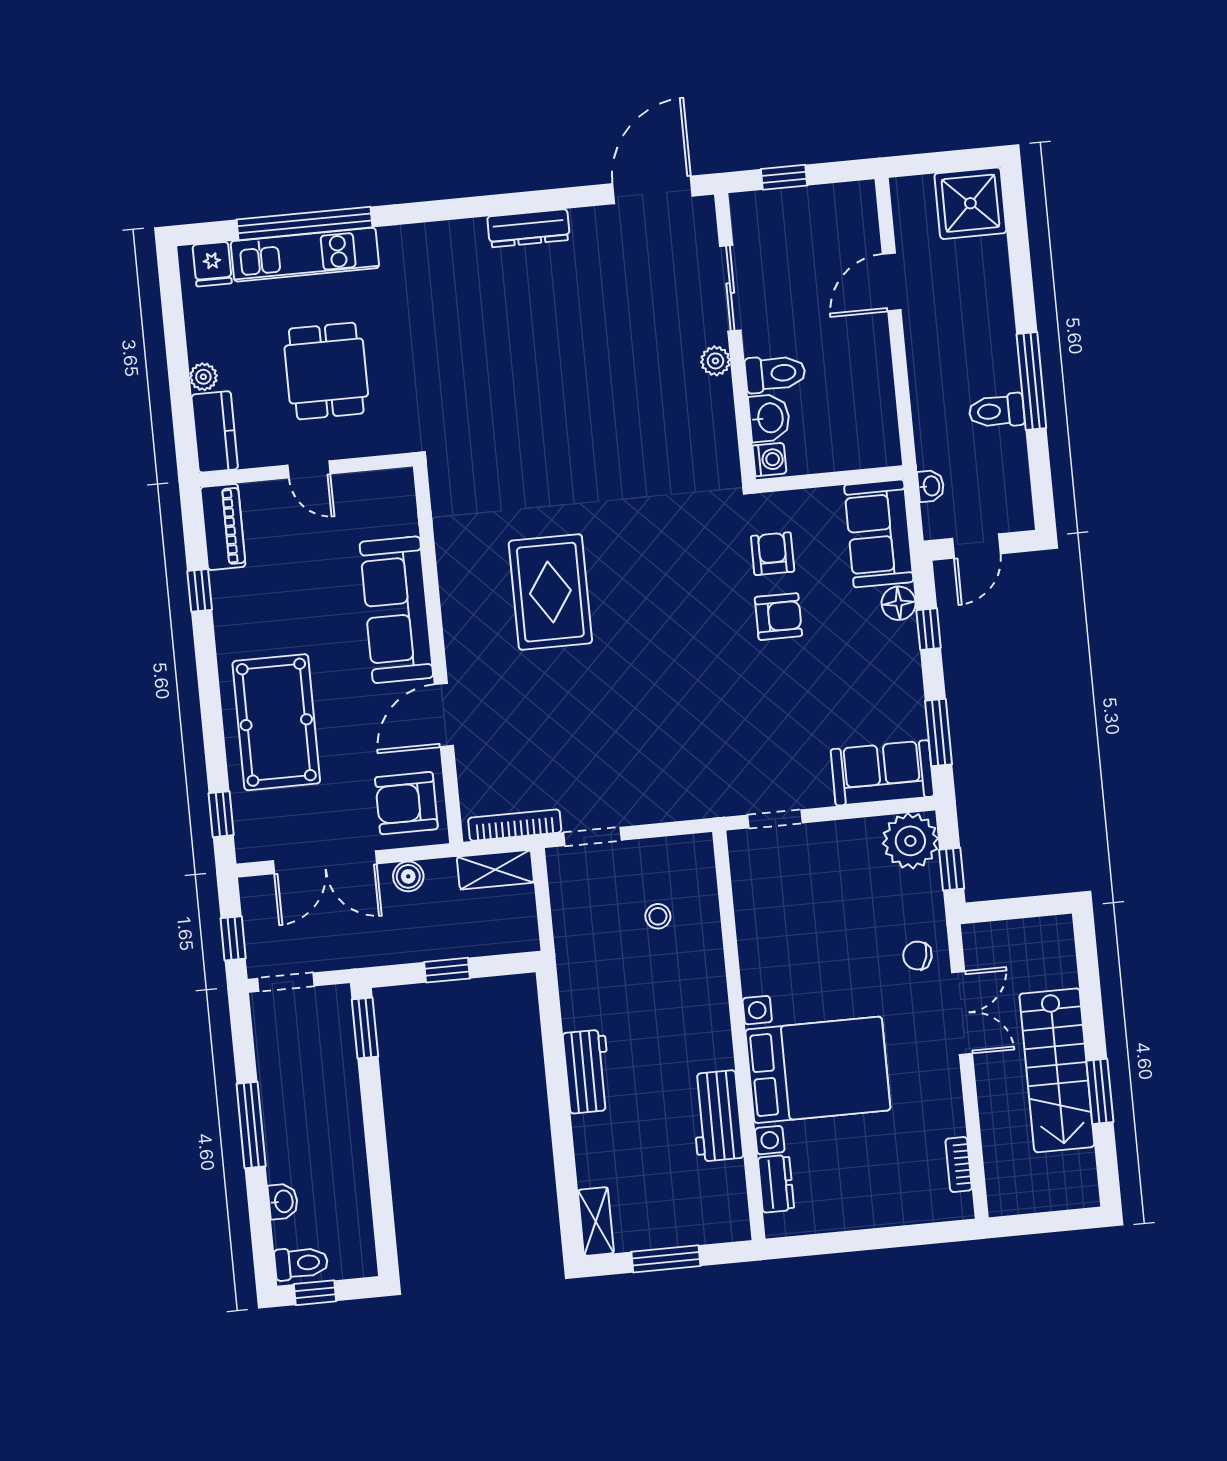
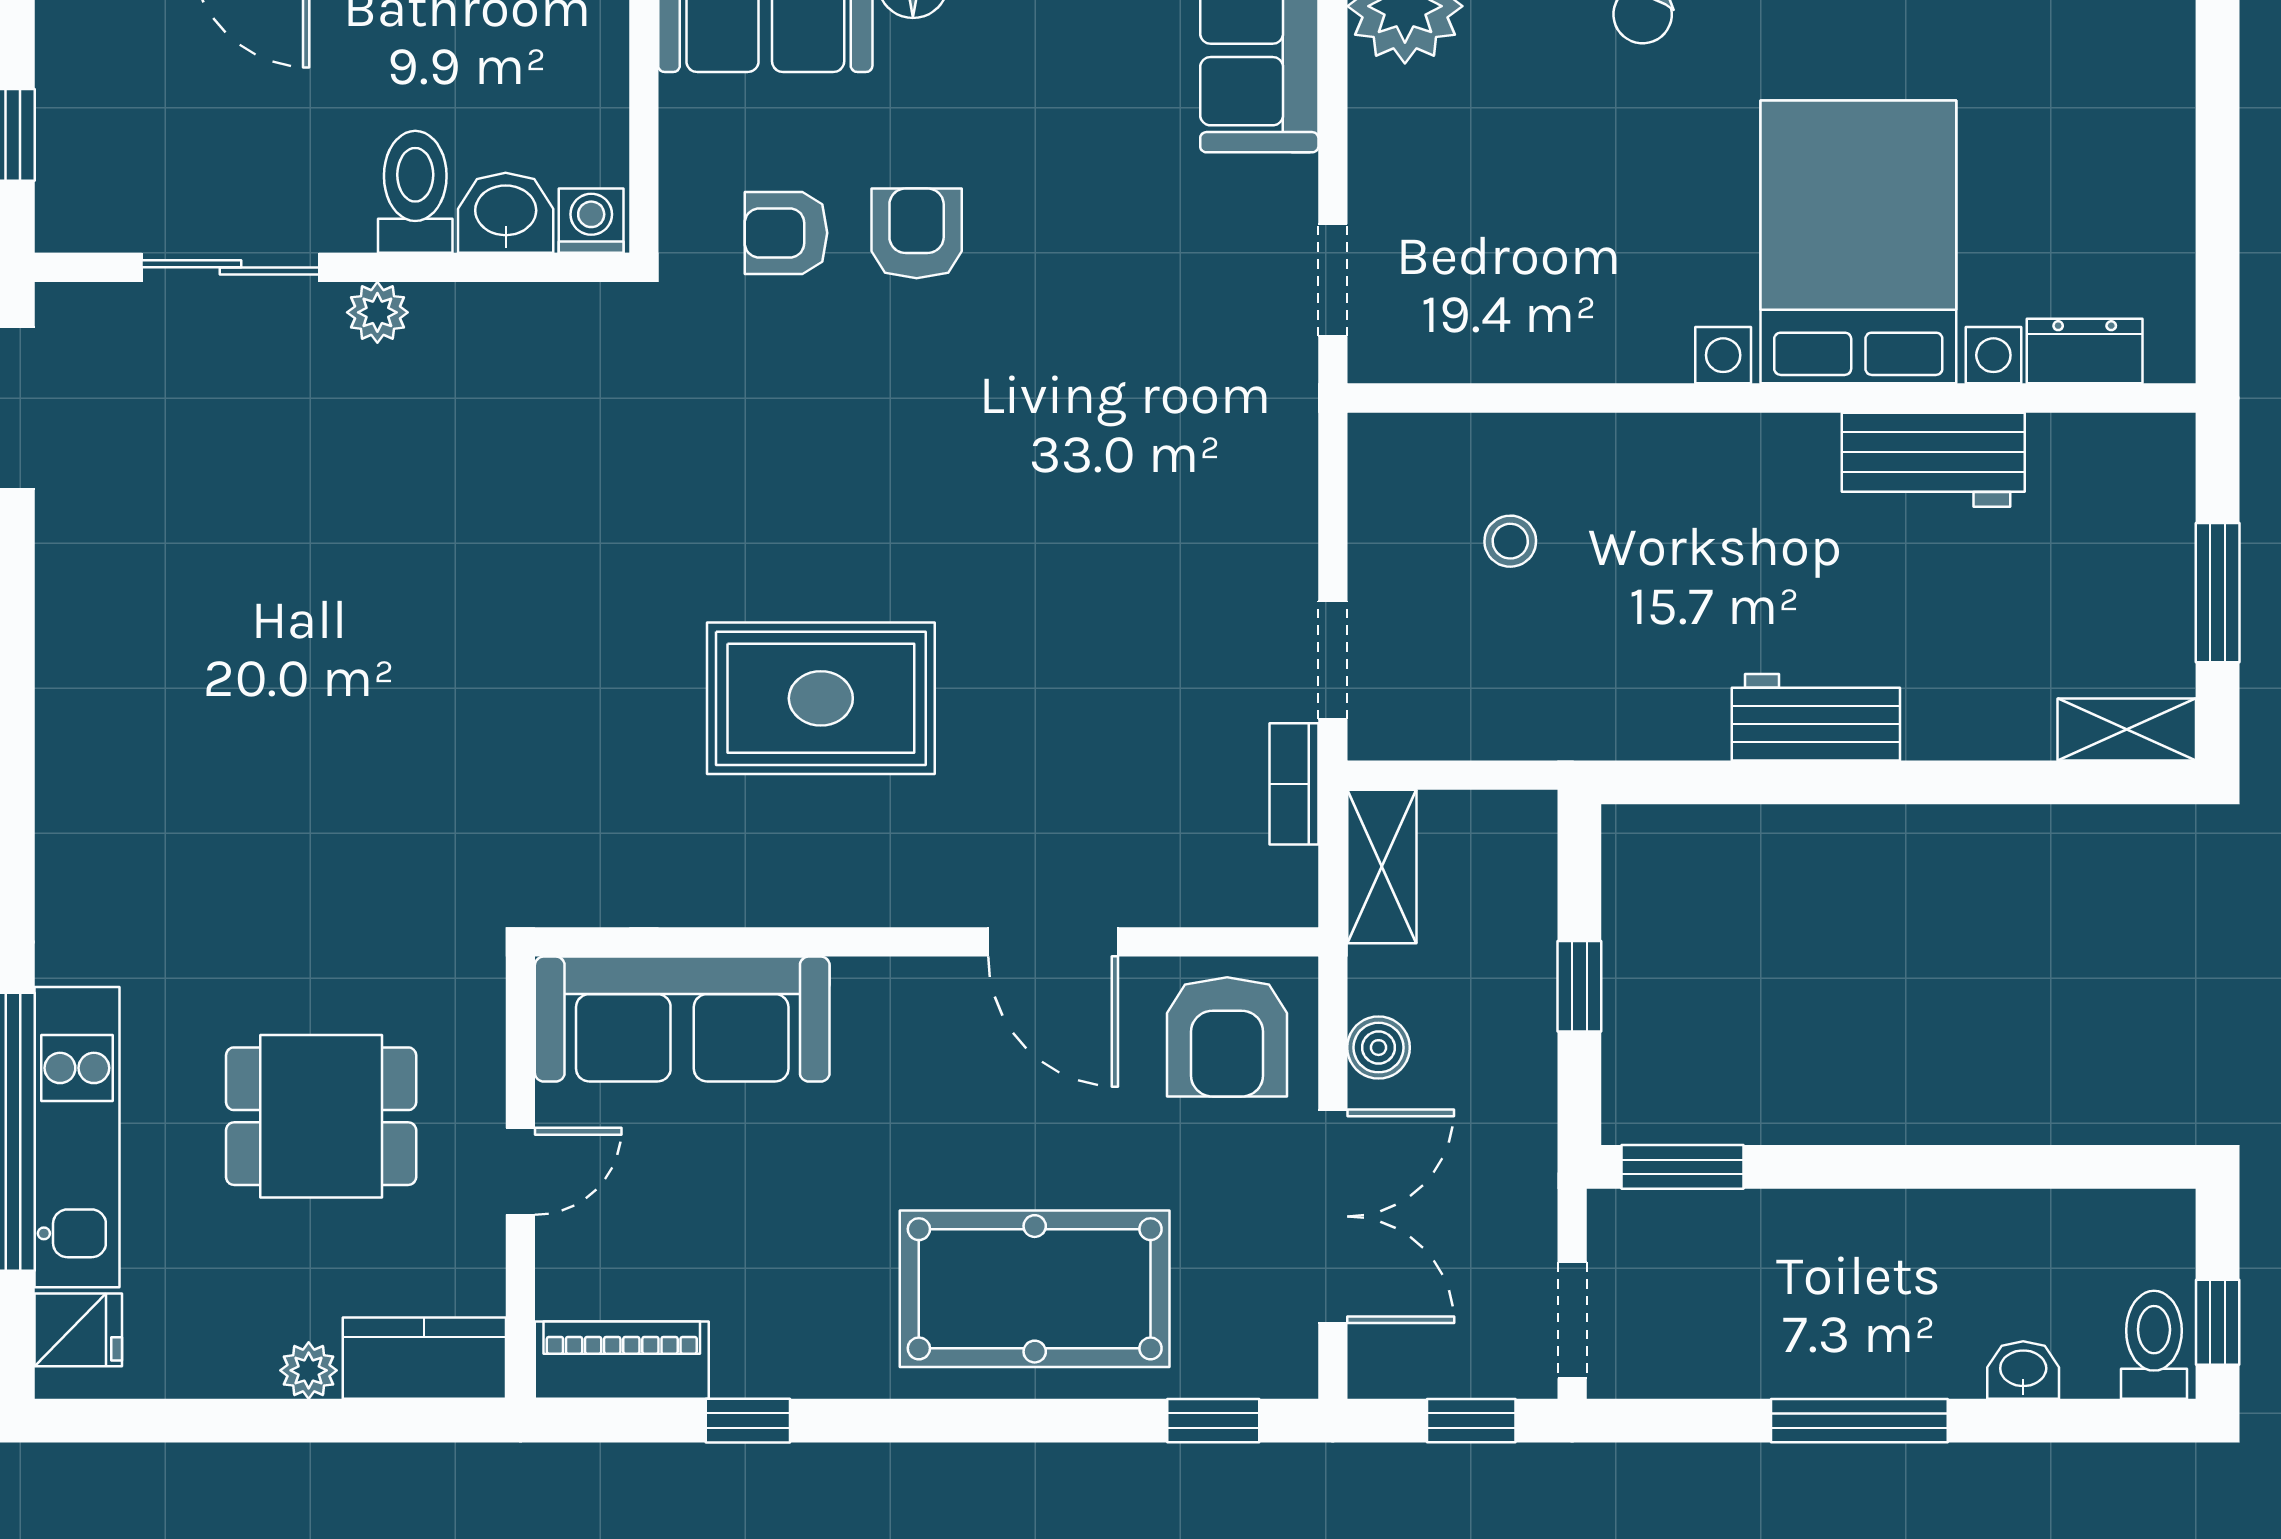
dresser: (529, 228) -> (67, 671), removed
sofa: (396, 610) -> (682, 1019), moved
bookcase: (515, 825) -> (1294, 784), width x0.64

